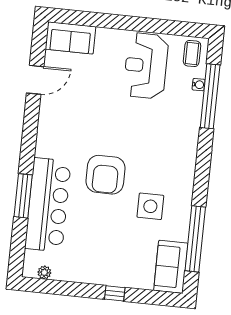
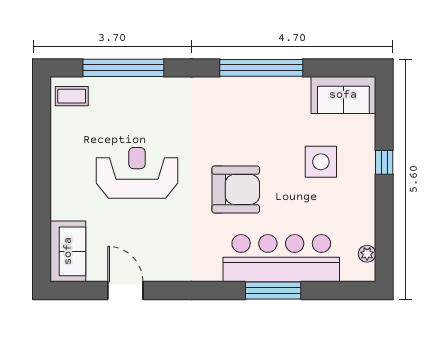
reception desk: (146, 66) -> (137, 173), moved, turned 180
water cooler: (199, 85) -> (110, 84), removed
side table: (150, 206) -> (321, 162), moved
window: (195, 239) -> (261, 68), moved

